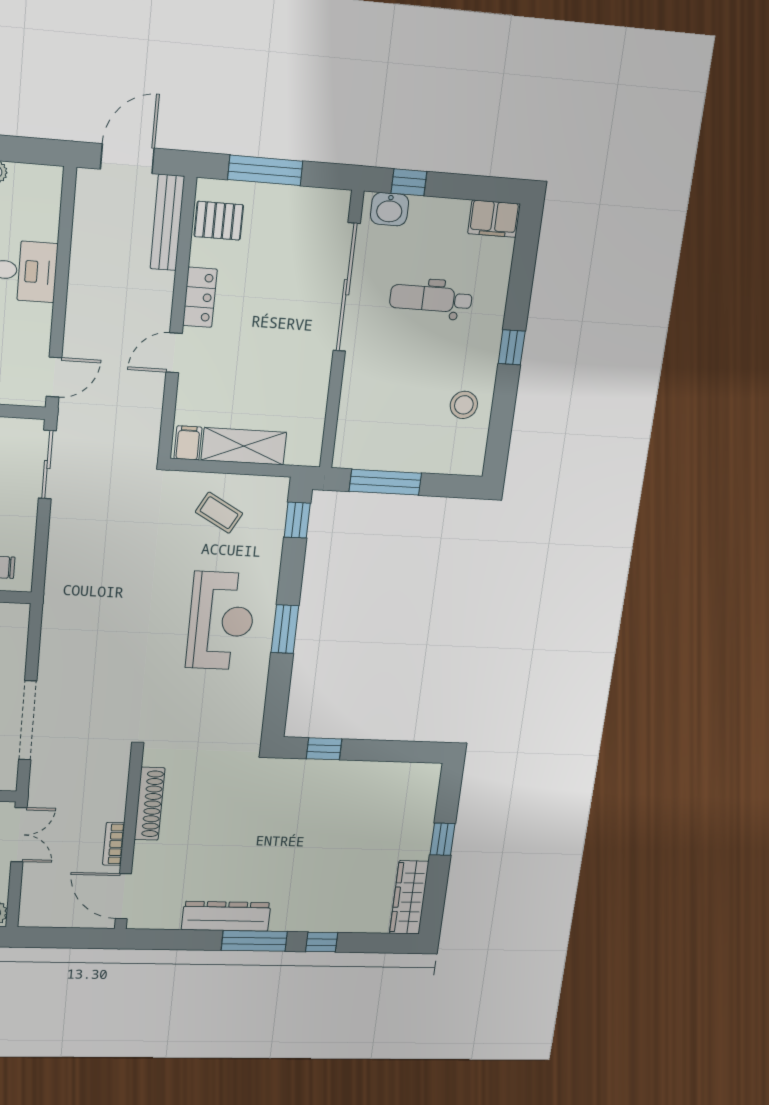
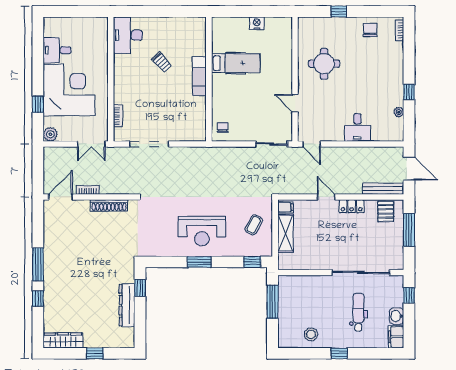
washbasin: (390, 209) -> (397, 316), moved
dresser: (226, 916) -> (127, 305), moved, turned 180

